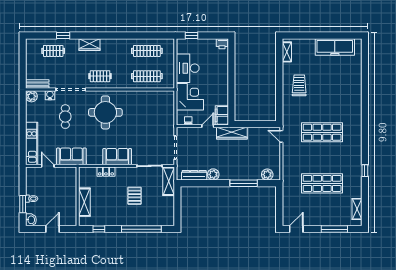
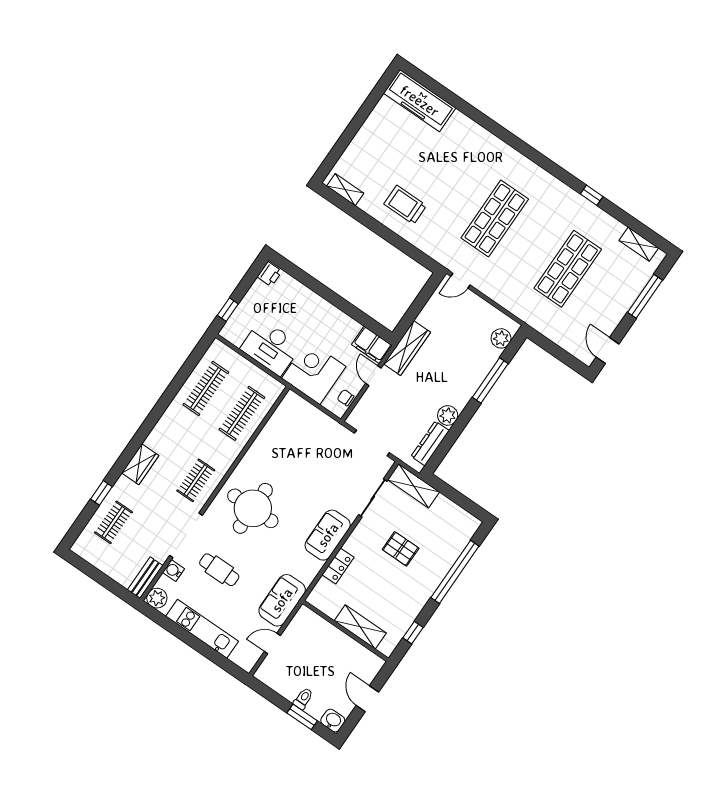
freezer: (335, 47) -> (420, 101), moved, turned 90
kitchen unit: (32, 144) -> (202, 629), moved

